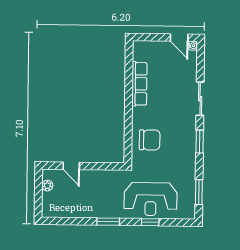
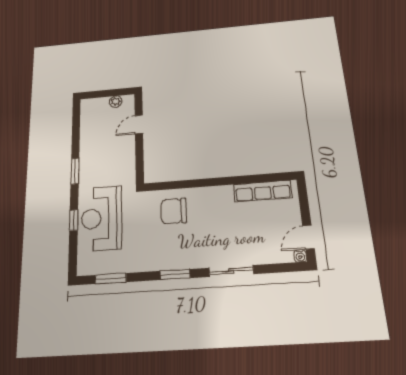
row of seats: (139, 84) -> (263, 191), moved
chair: (150, 140) -> (174, 211), turned 90

